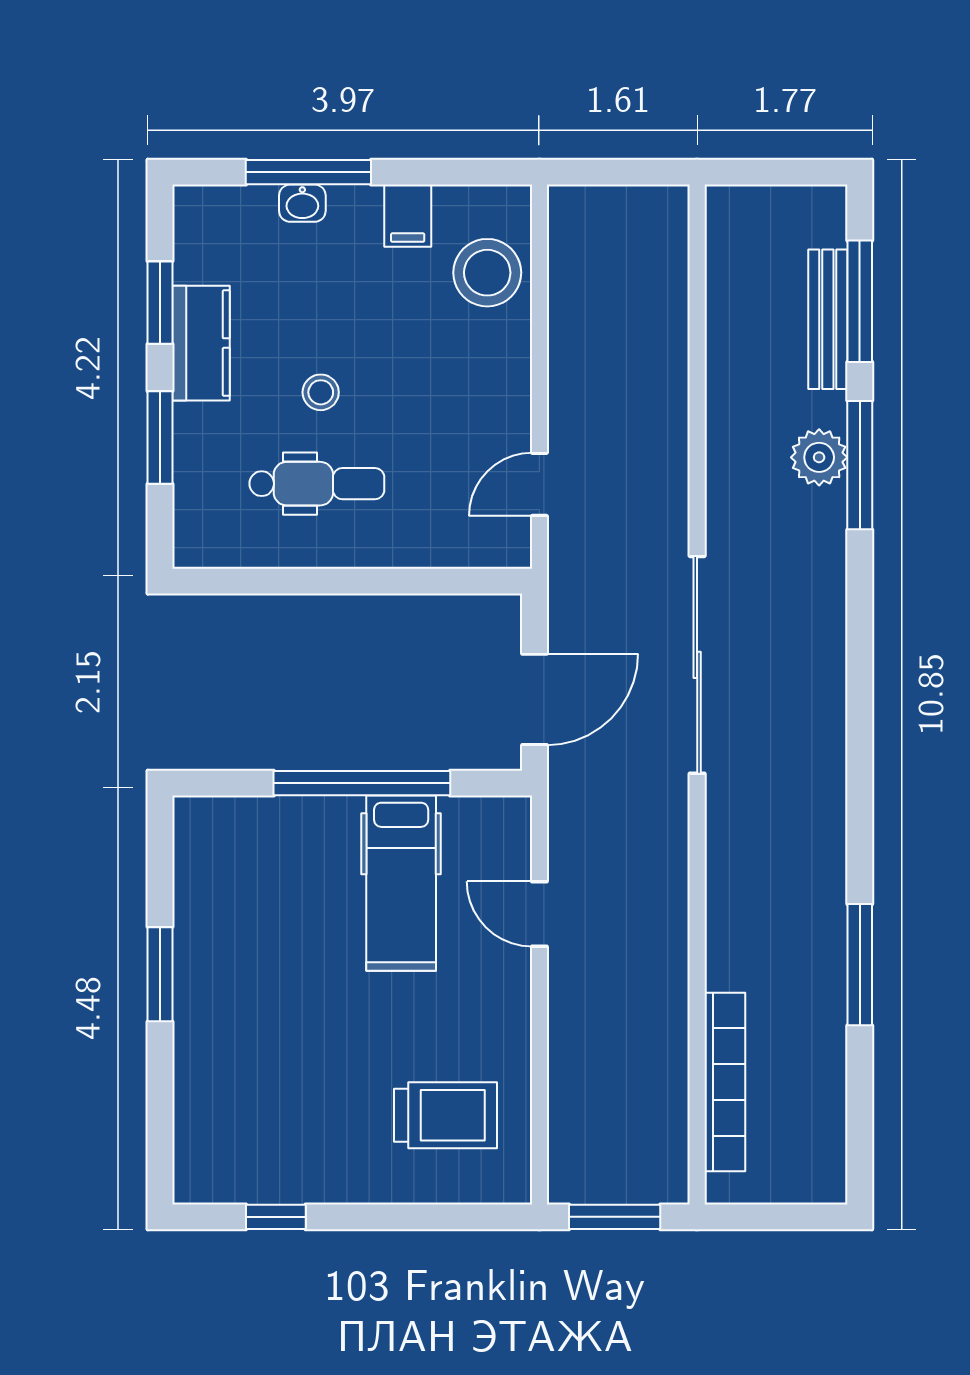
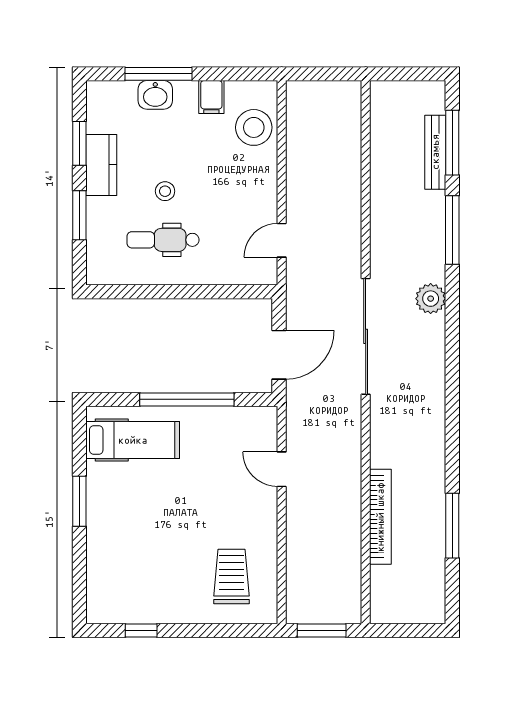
washbasin: (302, 203) -> (155, 95), width x1.38, depth x1.45
plant: (819, 457) -> (431, 299), moved
dental chair: (317, 484) -> (163, 240), turned 180
hospital bed: (401, 883) -> (133, 440), moved, turned -90
window: (860, 965) -> (452, 526), moved
bookcase: (725, 1082) -> (380, 517), moved
trolley: (445, 1115) -> (232, 576), turned -90

